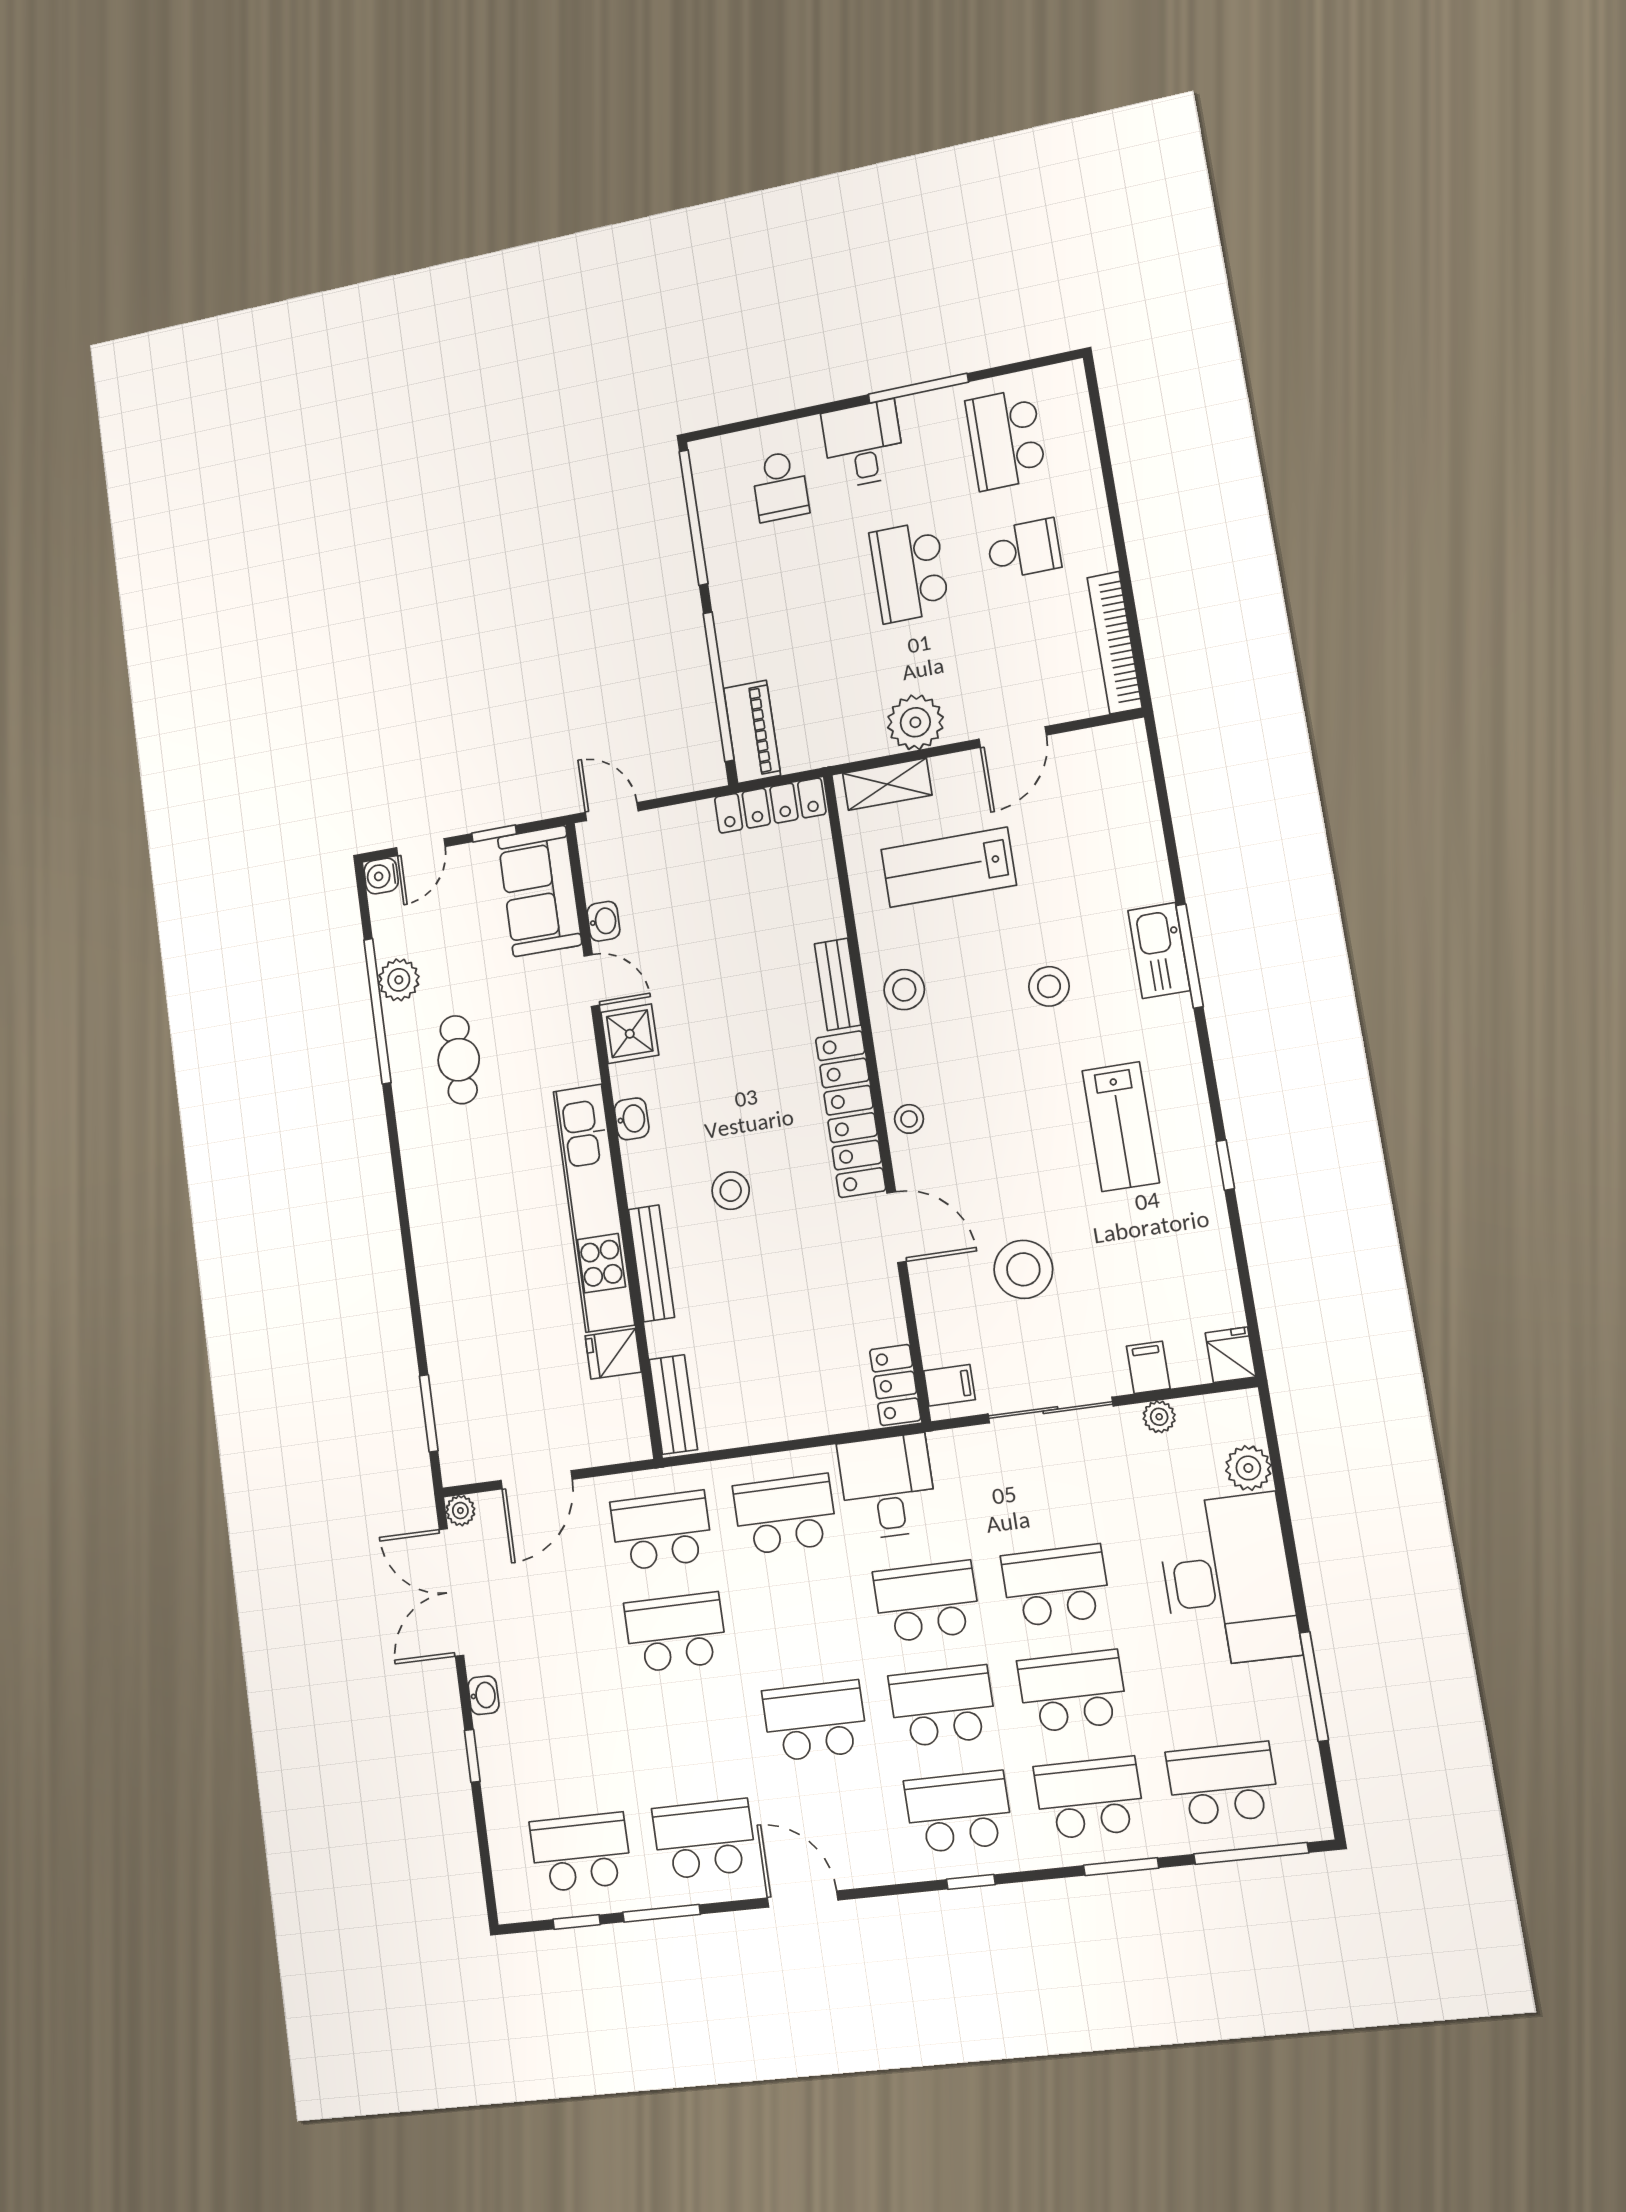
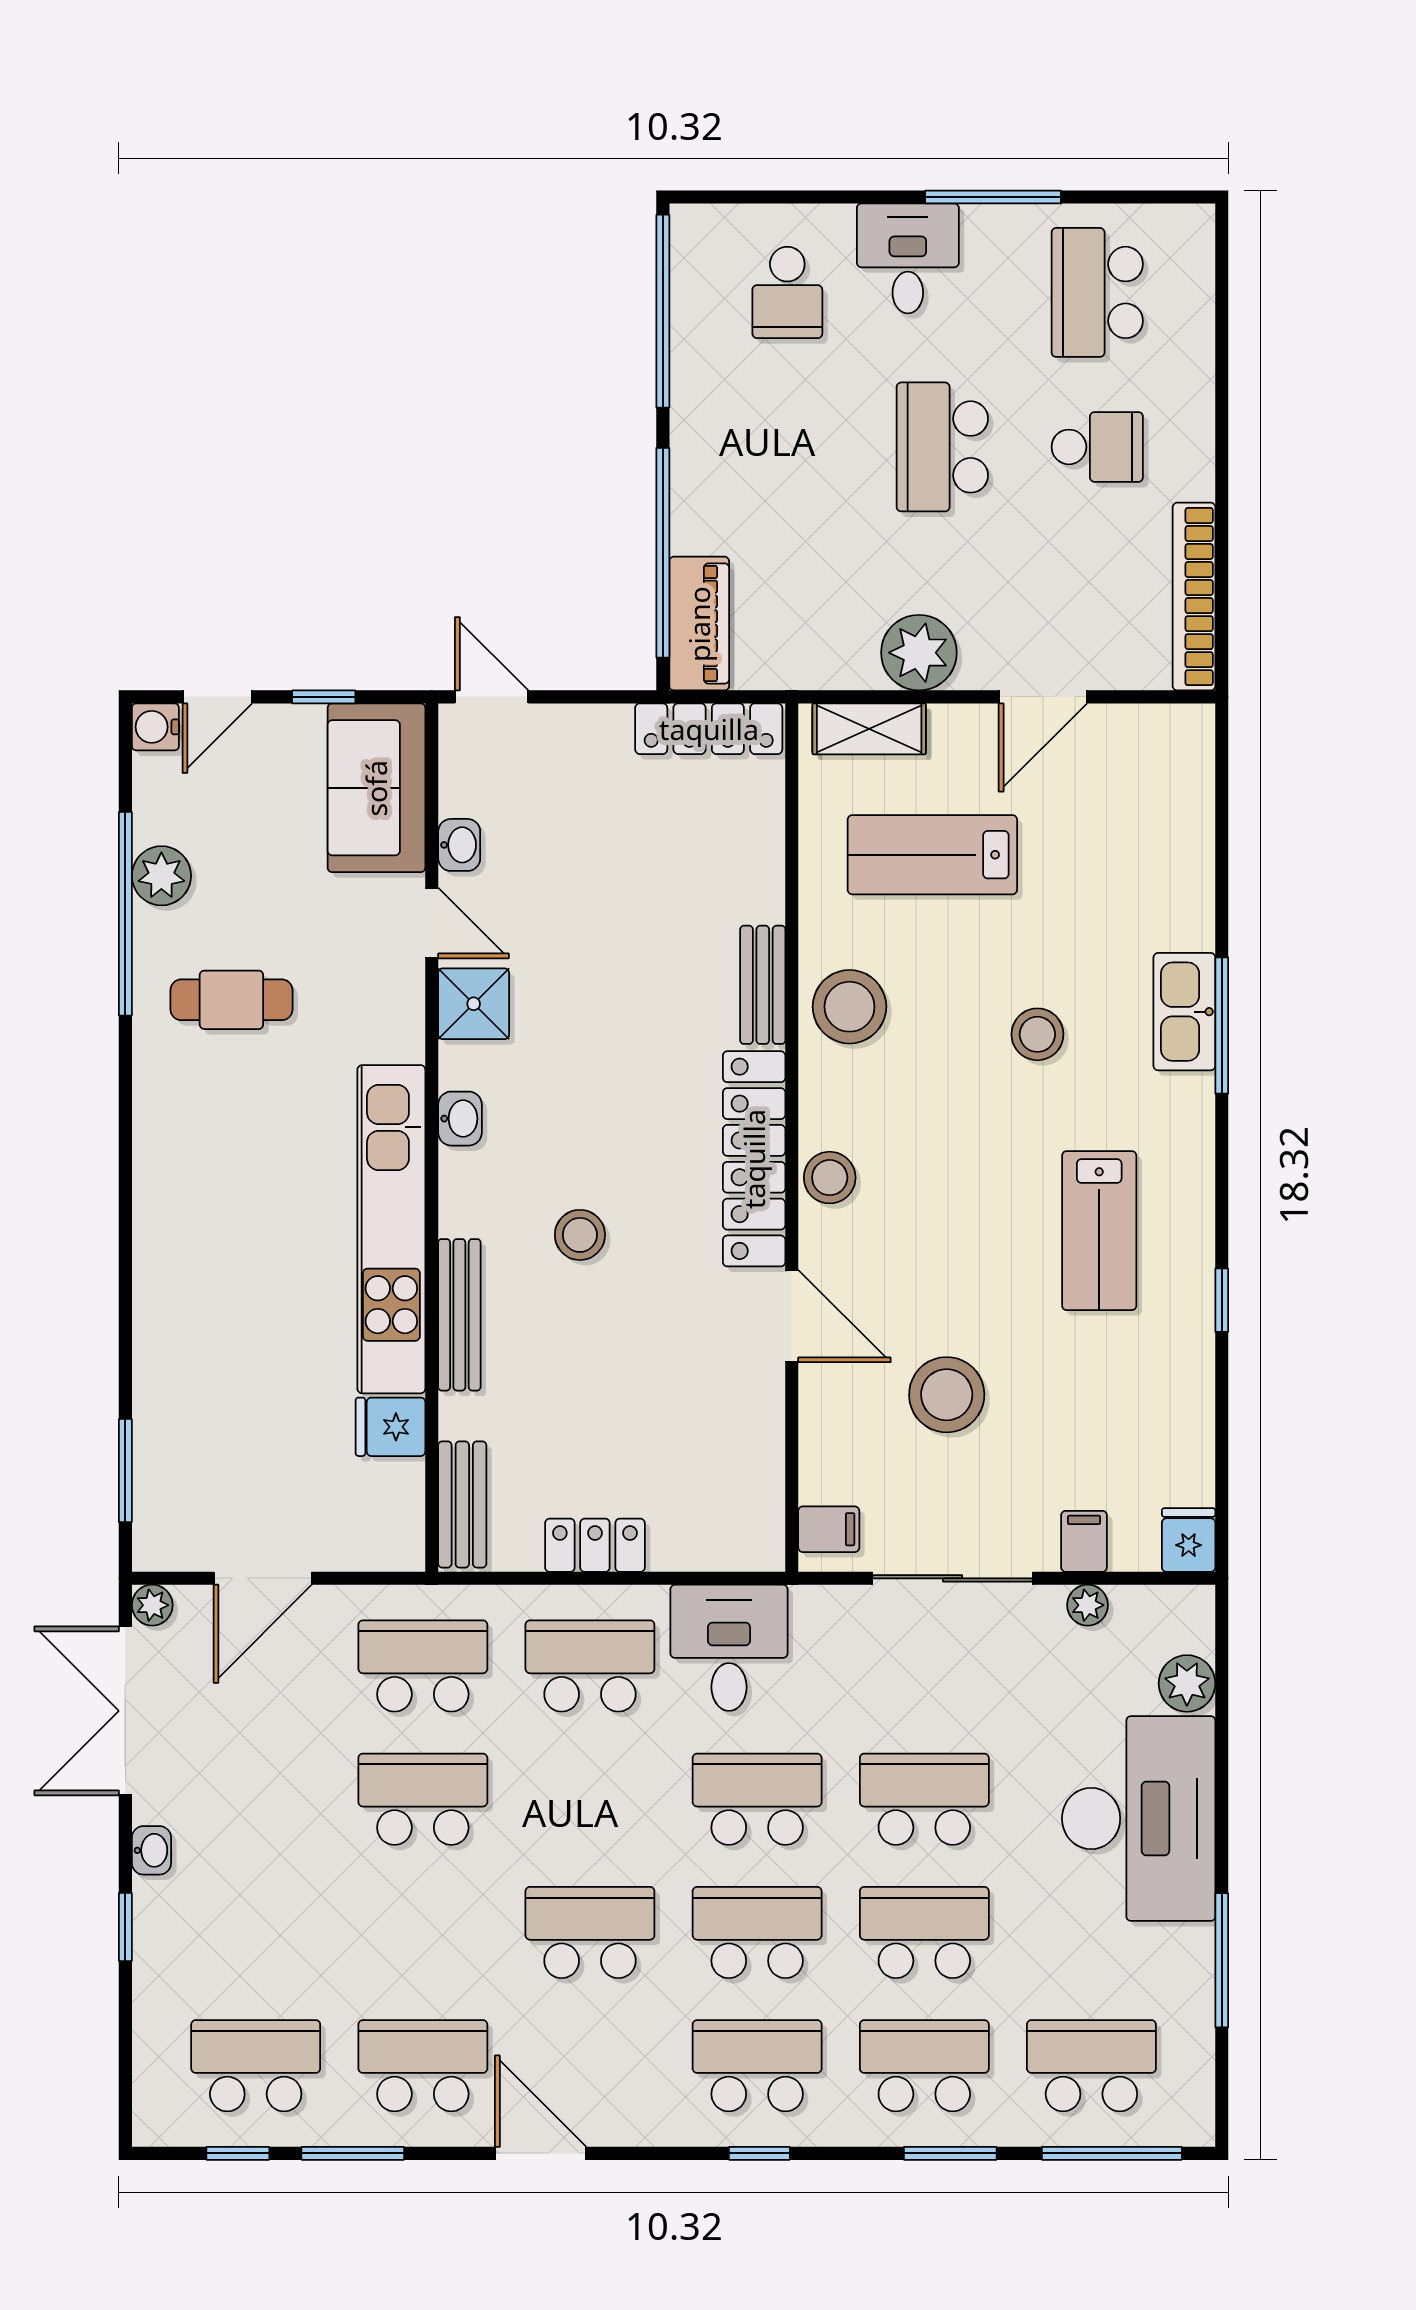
stool: (904, 990) -> (849, 1007), width x1.38, depth x1.38
cafe table: (459, 1060) -> (231, 1000), turned 90
stool: (909, 1119) -> (830, 1178), width x1.37, depth x1.37
locker: (895, 1385) -> (595, 1545), moved, turned 90

